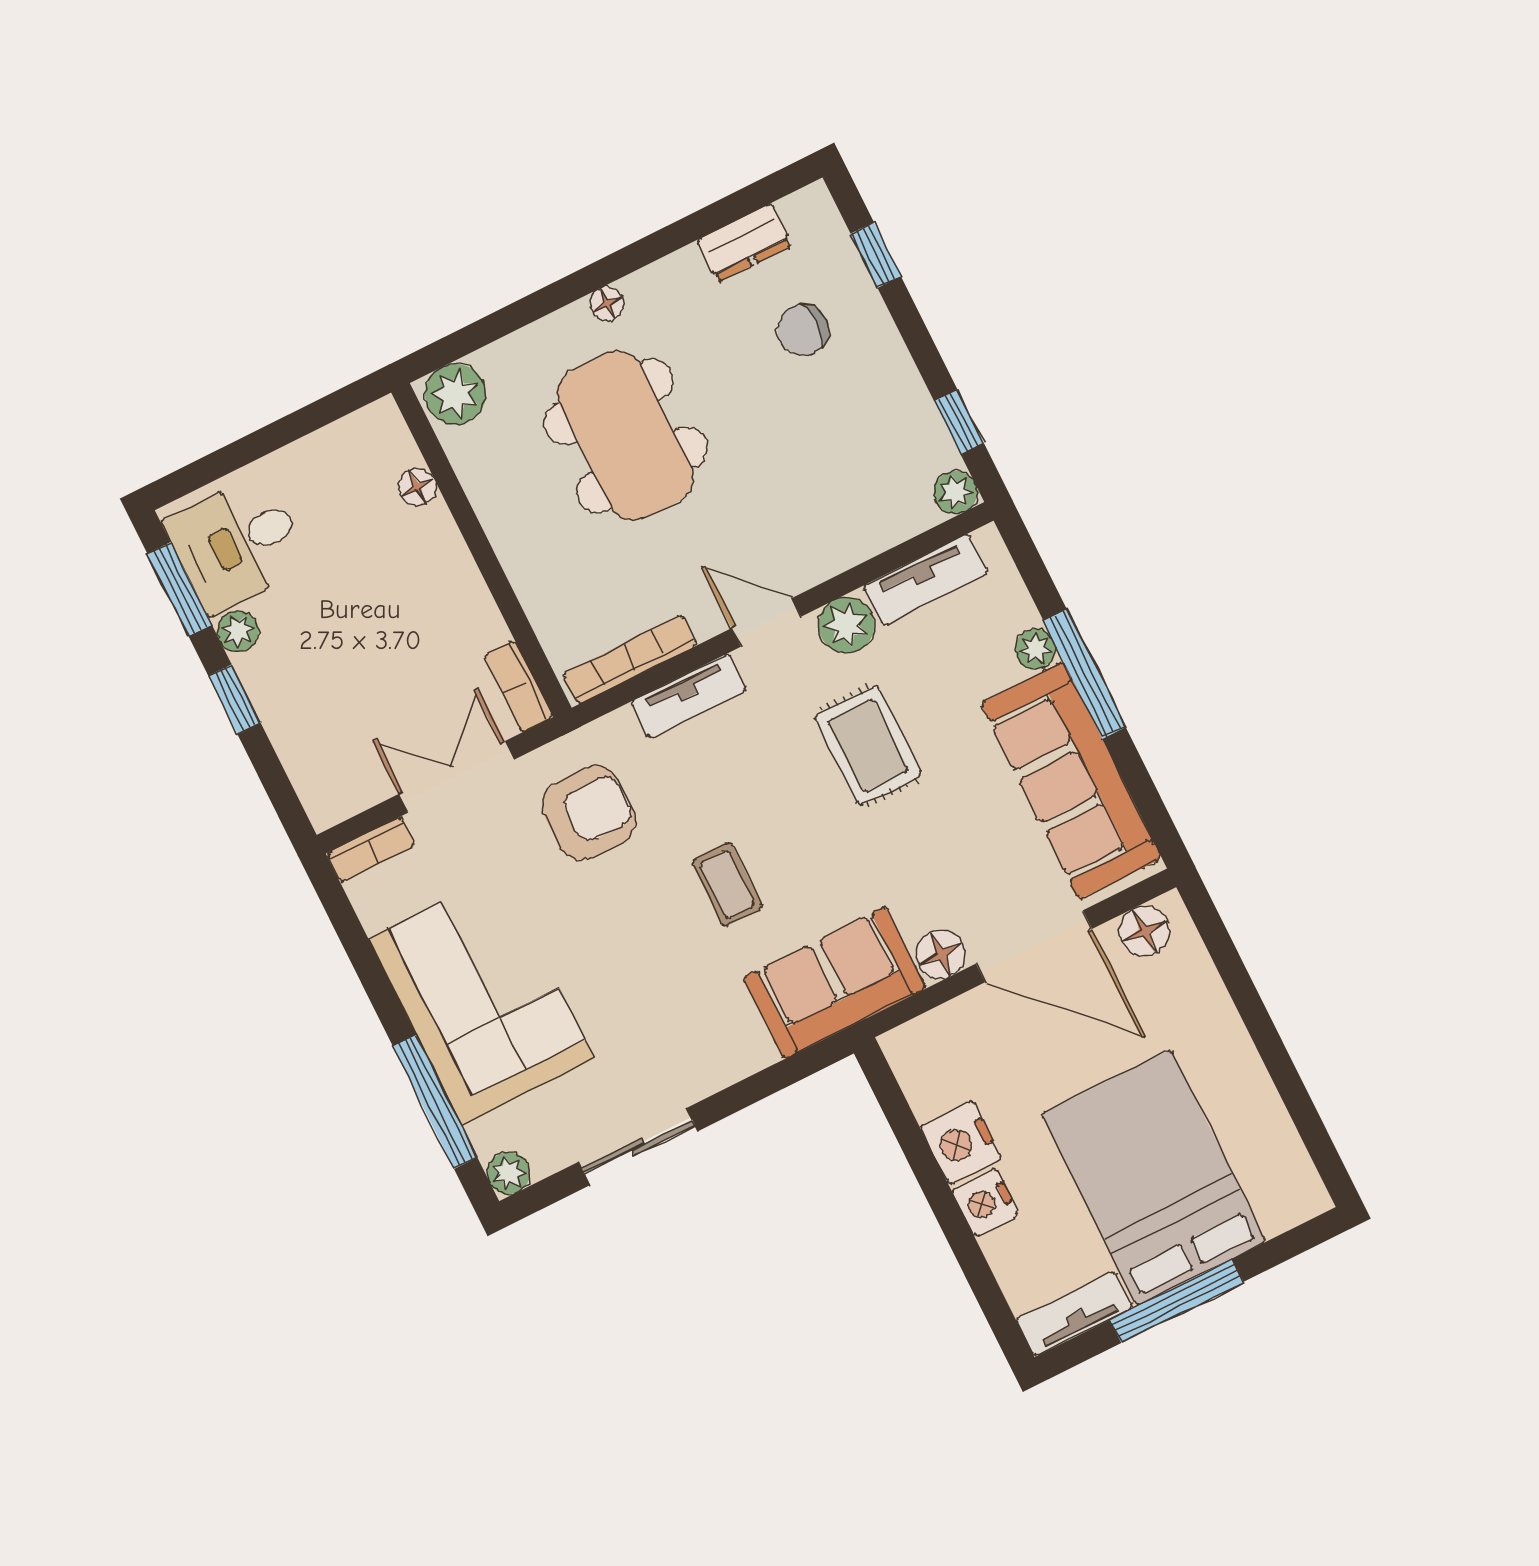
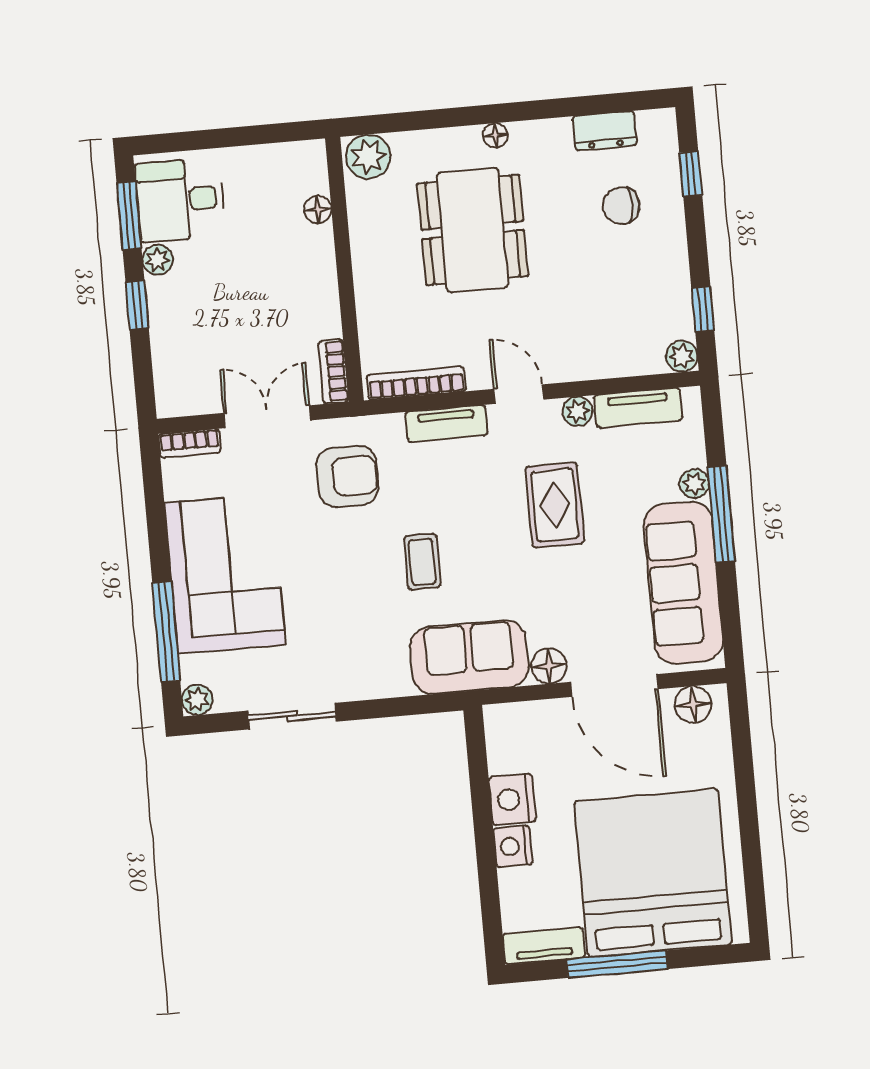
plant: (846, 625) -> (577, 411), width x0.73, depth x0.73
bed: (1154, 1178) -> (653, 873), width x1.36

